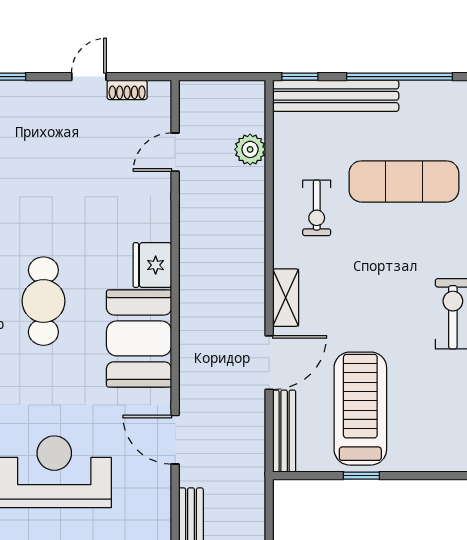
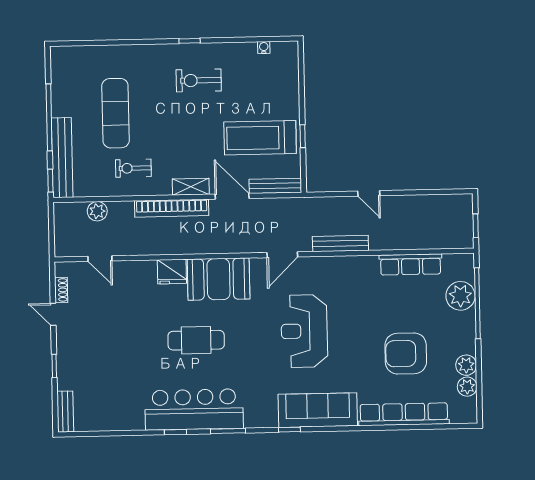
exercise bike: (317, 208) -> (133, 168), turned 180
bookcase: (252, 267) -> (172, 208), added

